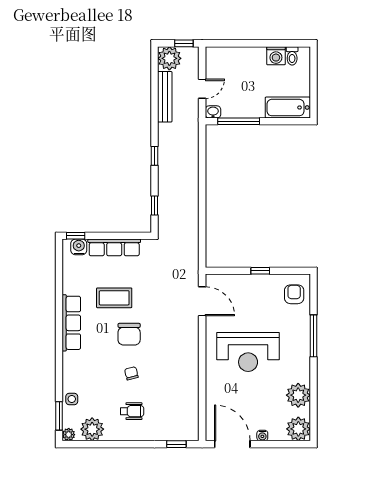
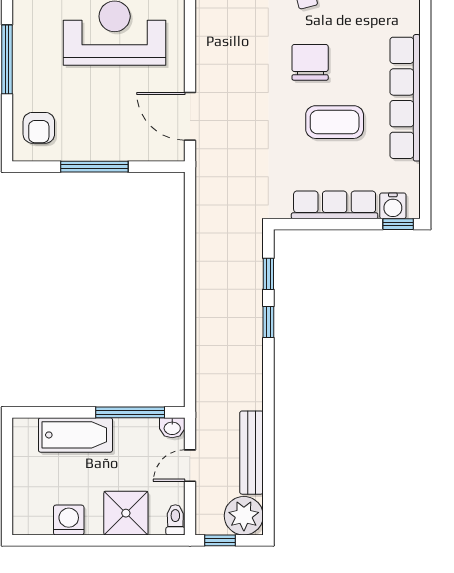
toilet: (292, 56) -> (175, 520), moved
shower: (241, 60) -> (126, 513), added
bathtub: (288, 108) -> (75, 435), moved
window: (154, 156) -> (268, 322), moved
window: (260, 271) -> (94, 167), width x2.17
row of seats: (71, 323) -> (405, 98), width x1.36

